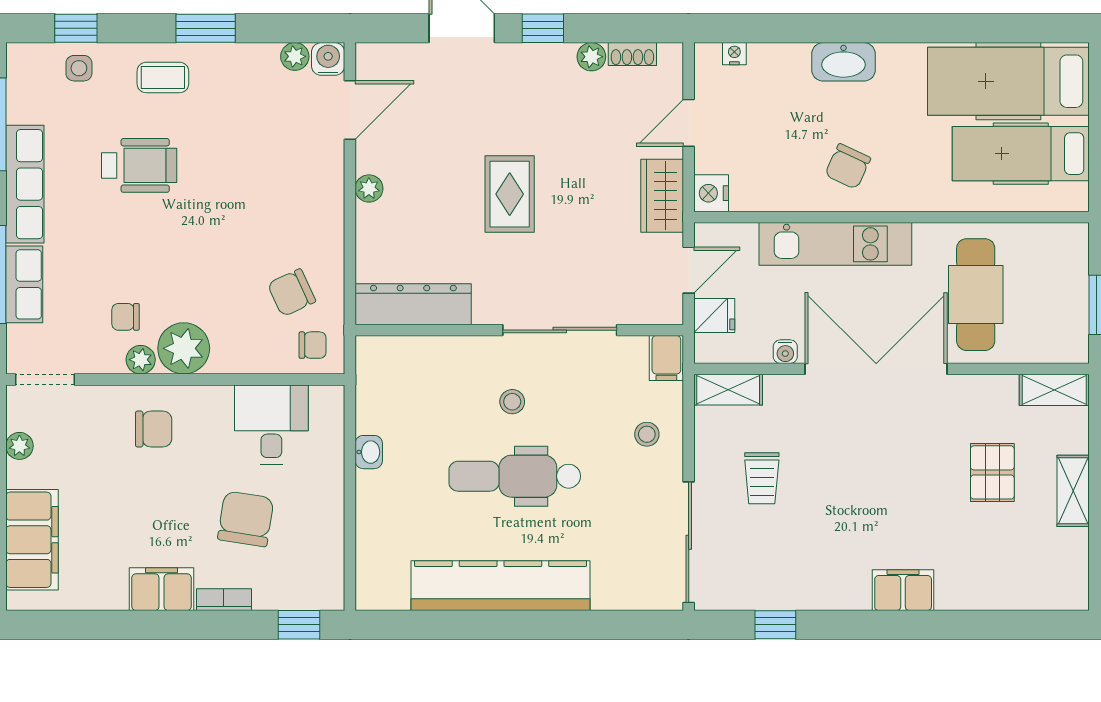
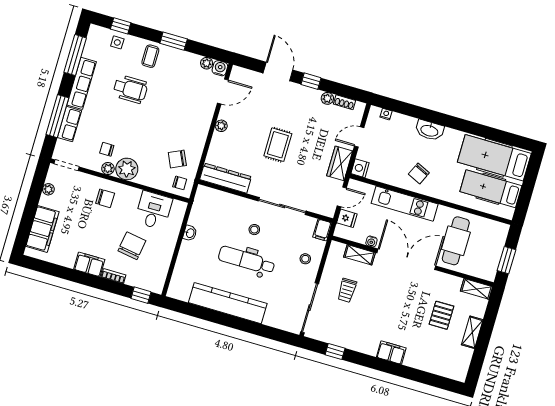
coffee table: (163, 77) -> (150, 56), turned 90
shelving: (728, 390) -> (360, 255), moved

